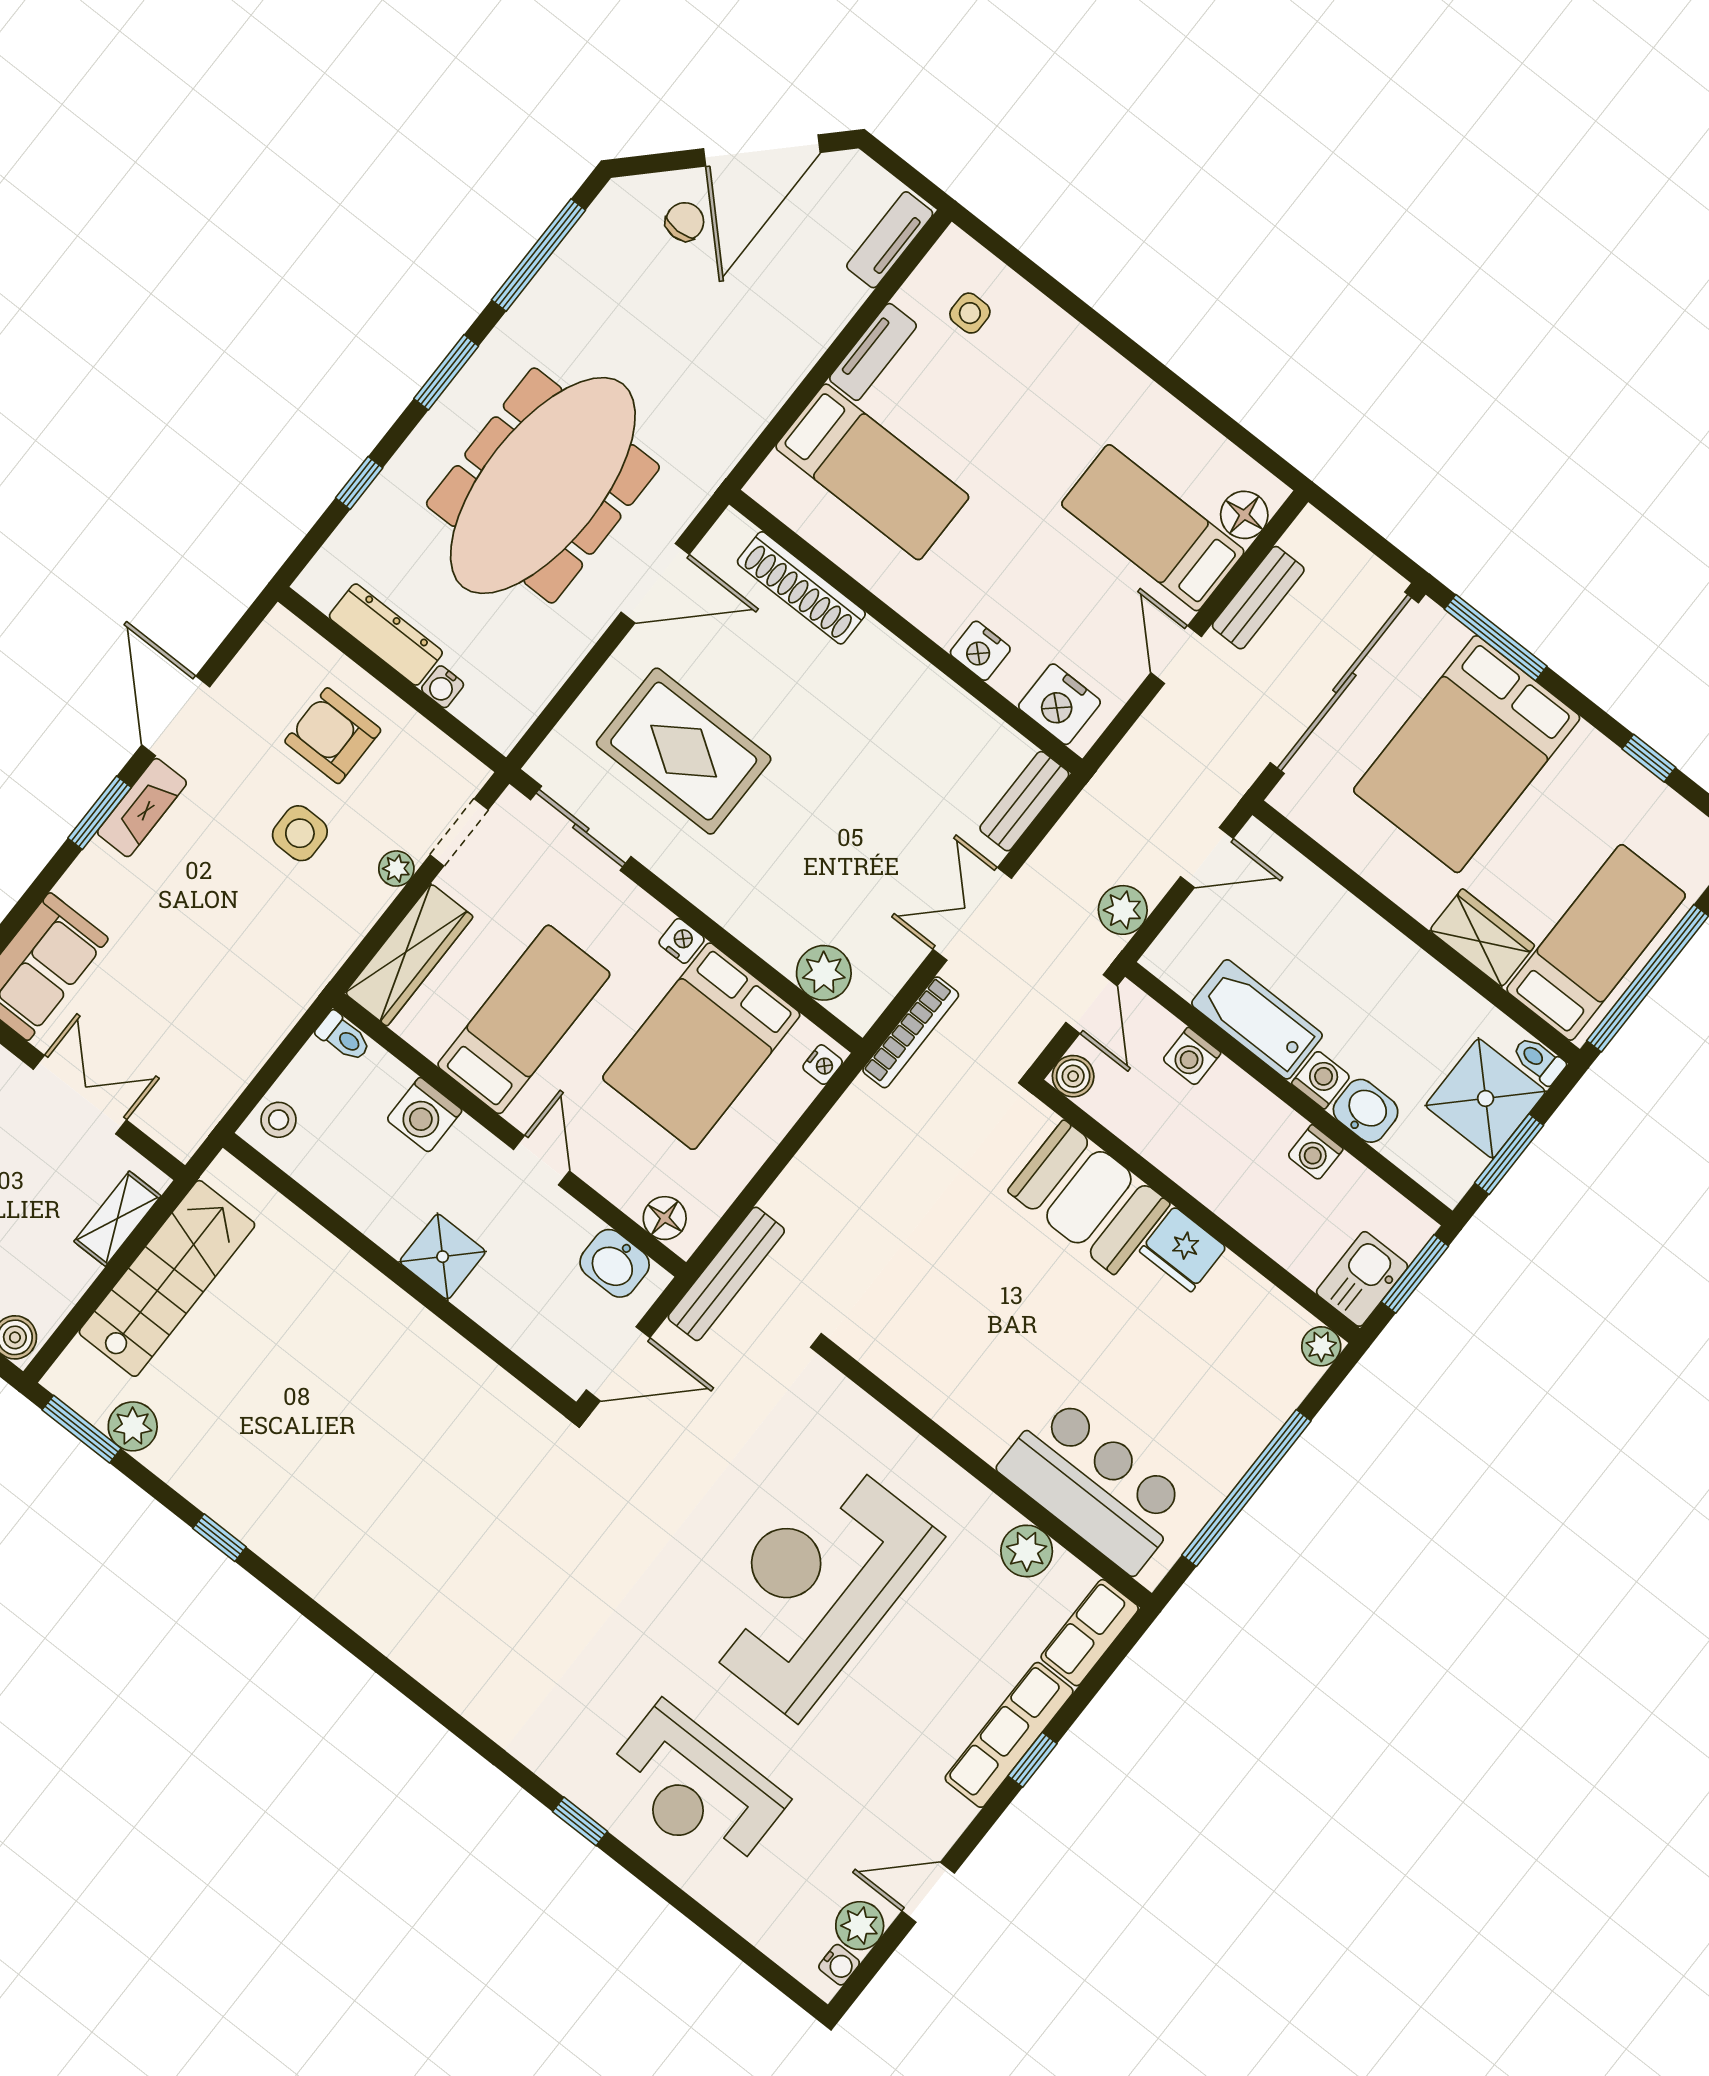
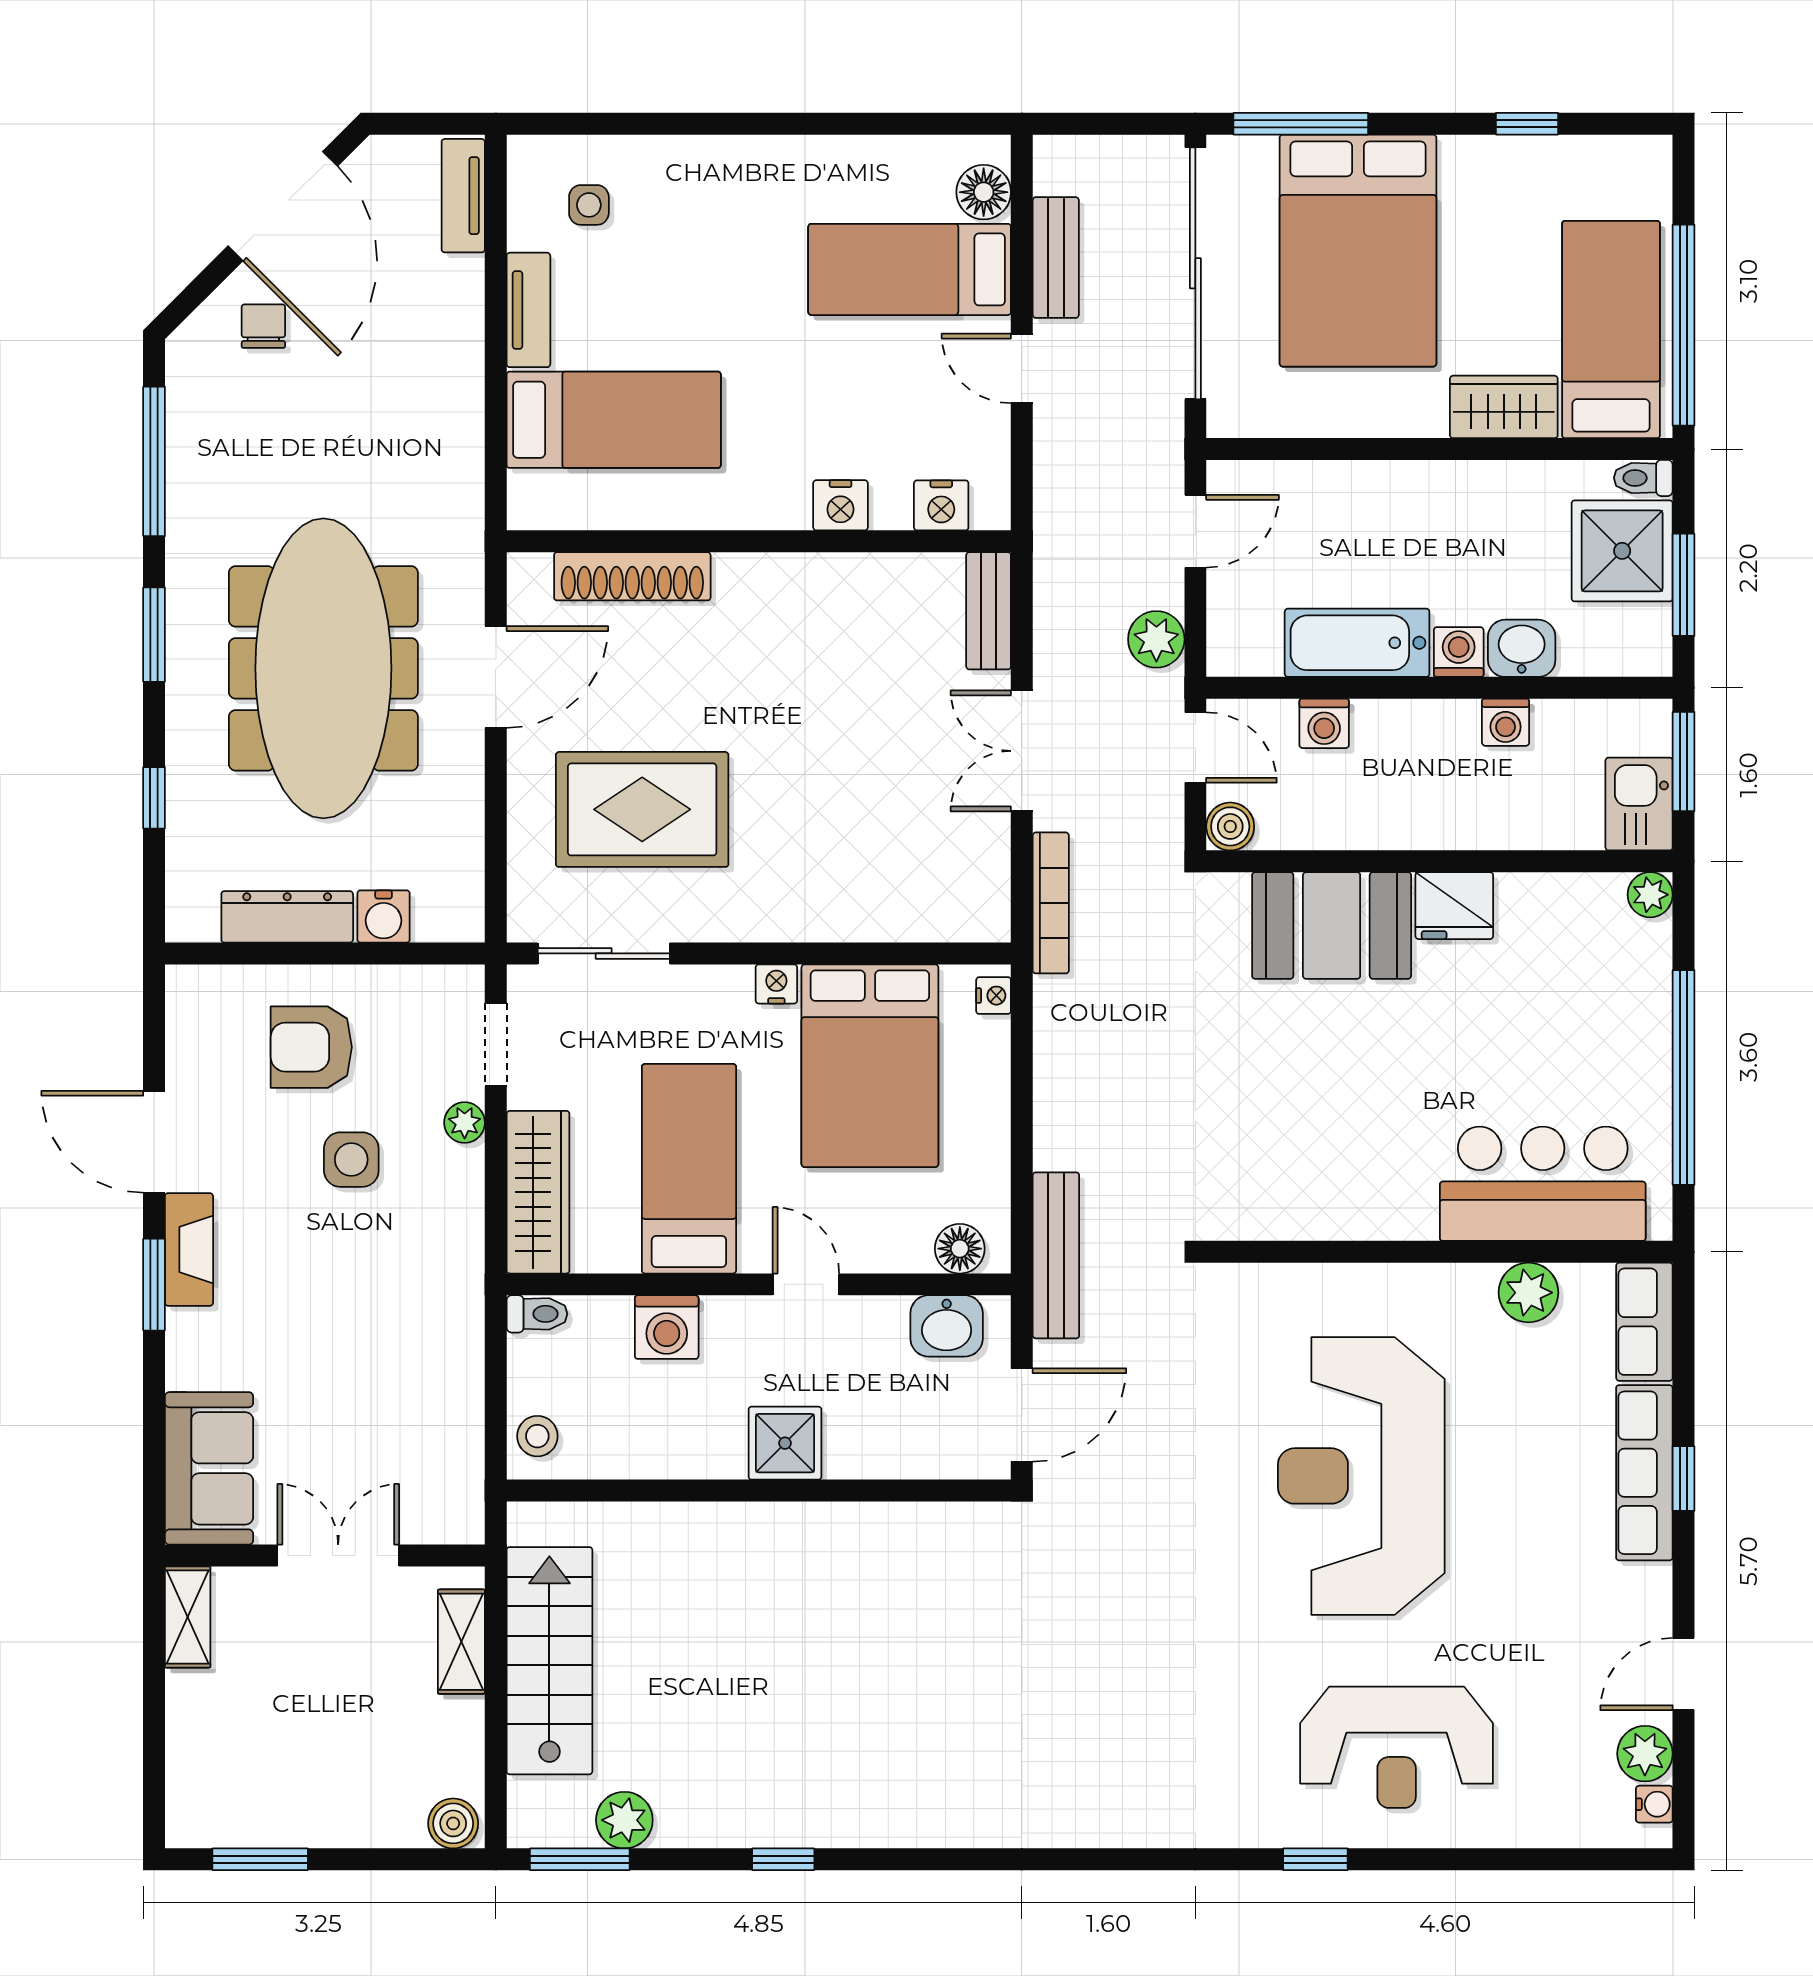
water cooler: (443, 687) -> (384, 916), width x1.38, depth x1.38
nightstand: (1059, 704) -> (941, 505), width x0.74, depth x0.75
plant: (824, 973) -> (929, 911), removed

